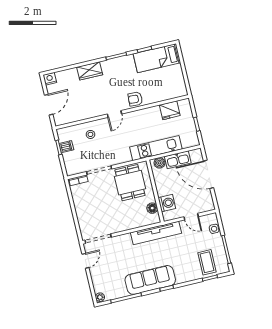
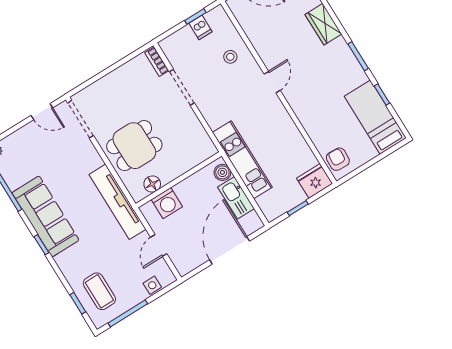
armchair: (135, 99) -> (338, 159), moved
fridge: (170, 110) -> (315, 181), moved, turned 90
door: (114, 114) -> (272, 82), swing flipped
dining table: (130, 183) -> (134, 146), moved
coffee table: (207, 262) -> (99, 291), turned 90

